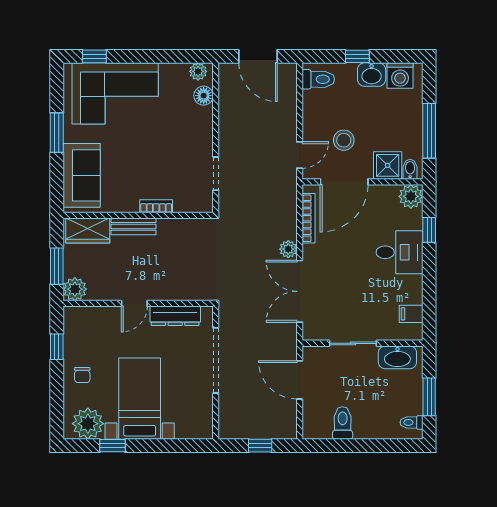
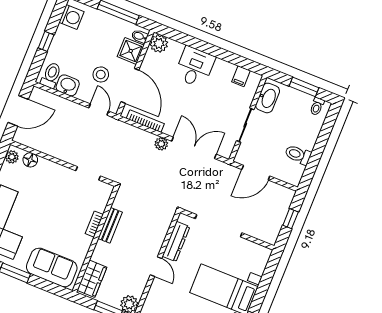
washbasin: (372, 75) -> (68, 85), moved, turned -90
bench: (134, 226) -> (110, 225), moved
window: (429, 230) -> (187, 40), removed
double door: (300, 291) -> (194, 148), swing flipped

